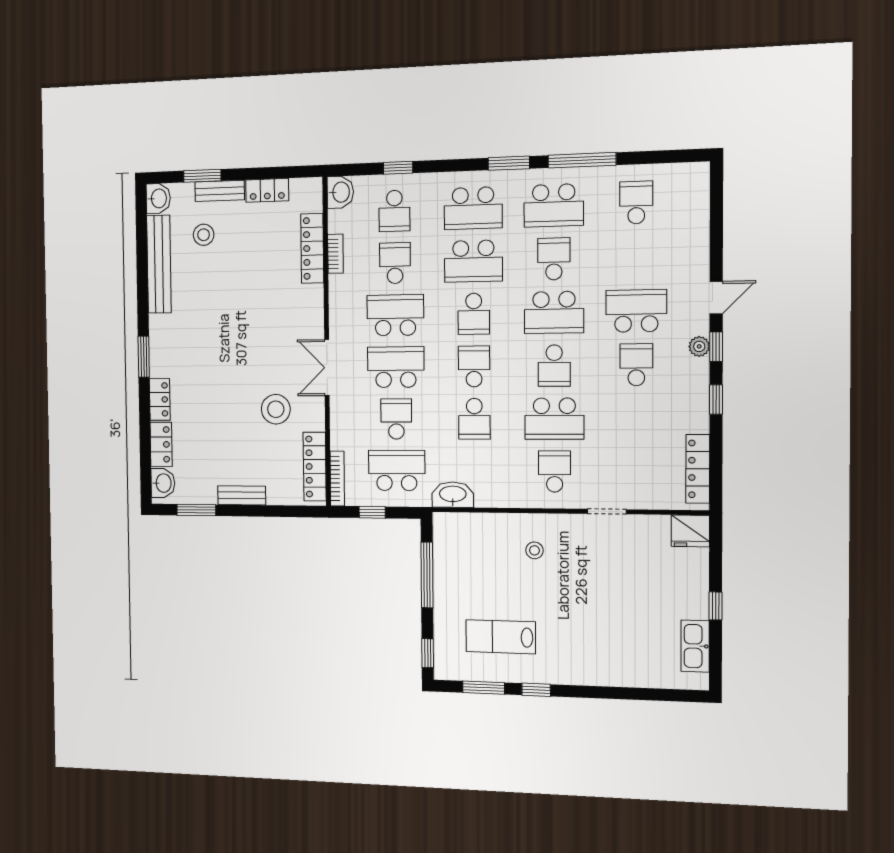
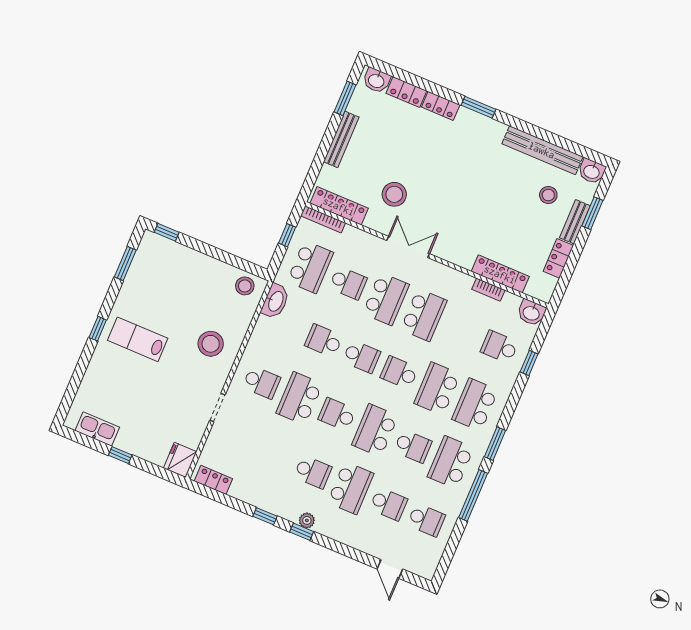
school desk: (395, 263) -> (388, 504), moved
door: (716, 298) -> (390, 569), moved
locker: (698, 469) -> (213, 480), width x0.66
bench: (242, 495) -> (341, 139), width x1.36
stool: (450, 538) -> (245, 286), added
stool: (534, 550) -> (211, 344), width x1.89, depth x1.89
window: (427, 575) -> (224, 257), removed
lab bench: (501, 637) -> (138, 339), moved, turned -90
window: (536, 690) -> (98, 329), moved

